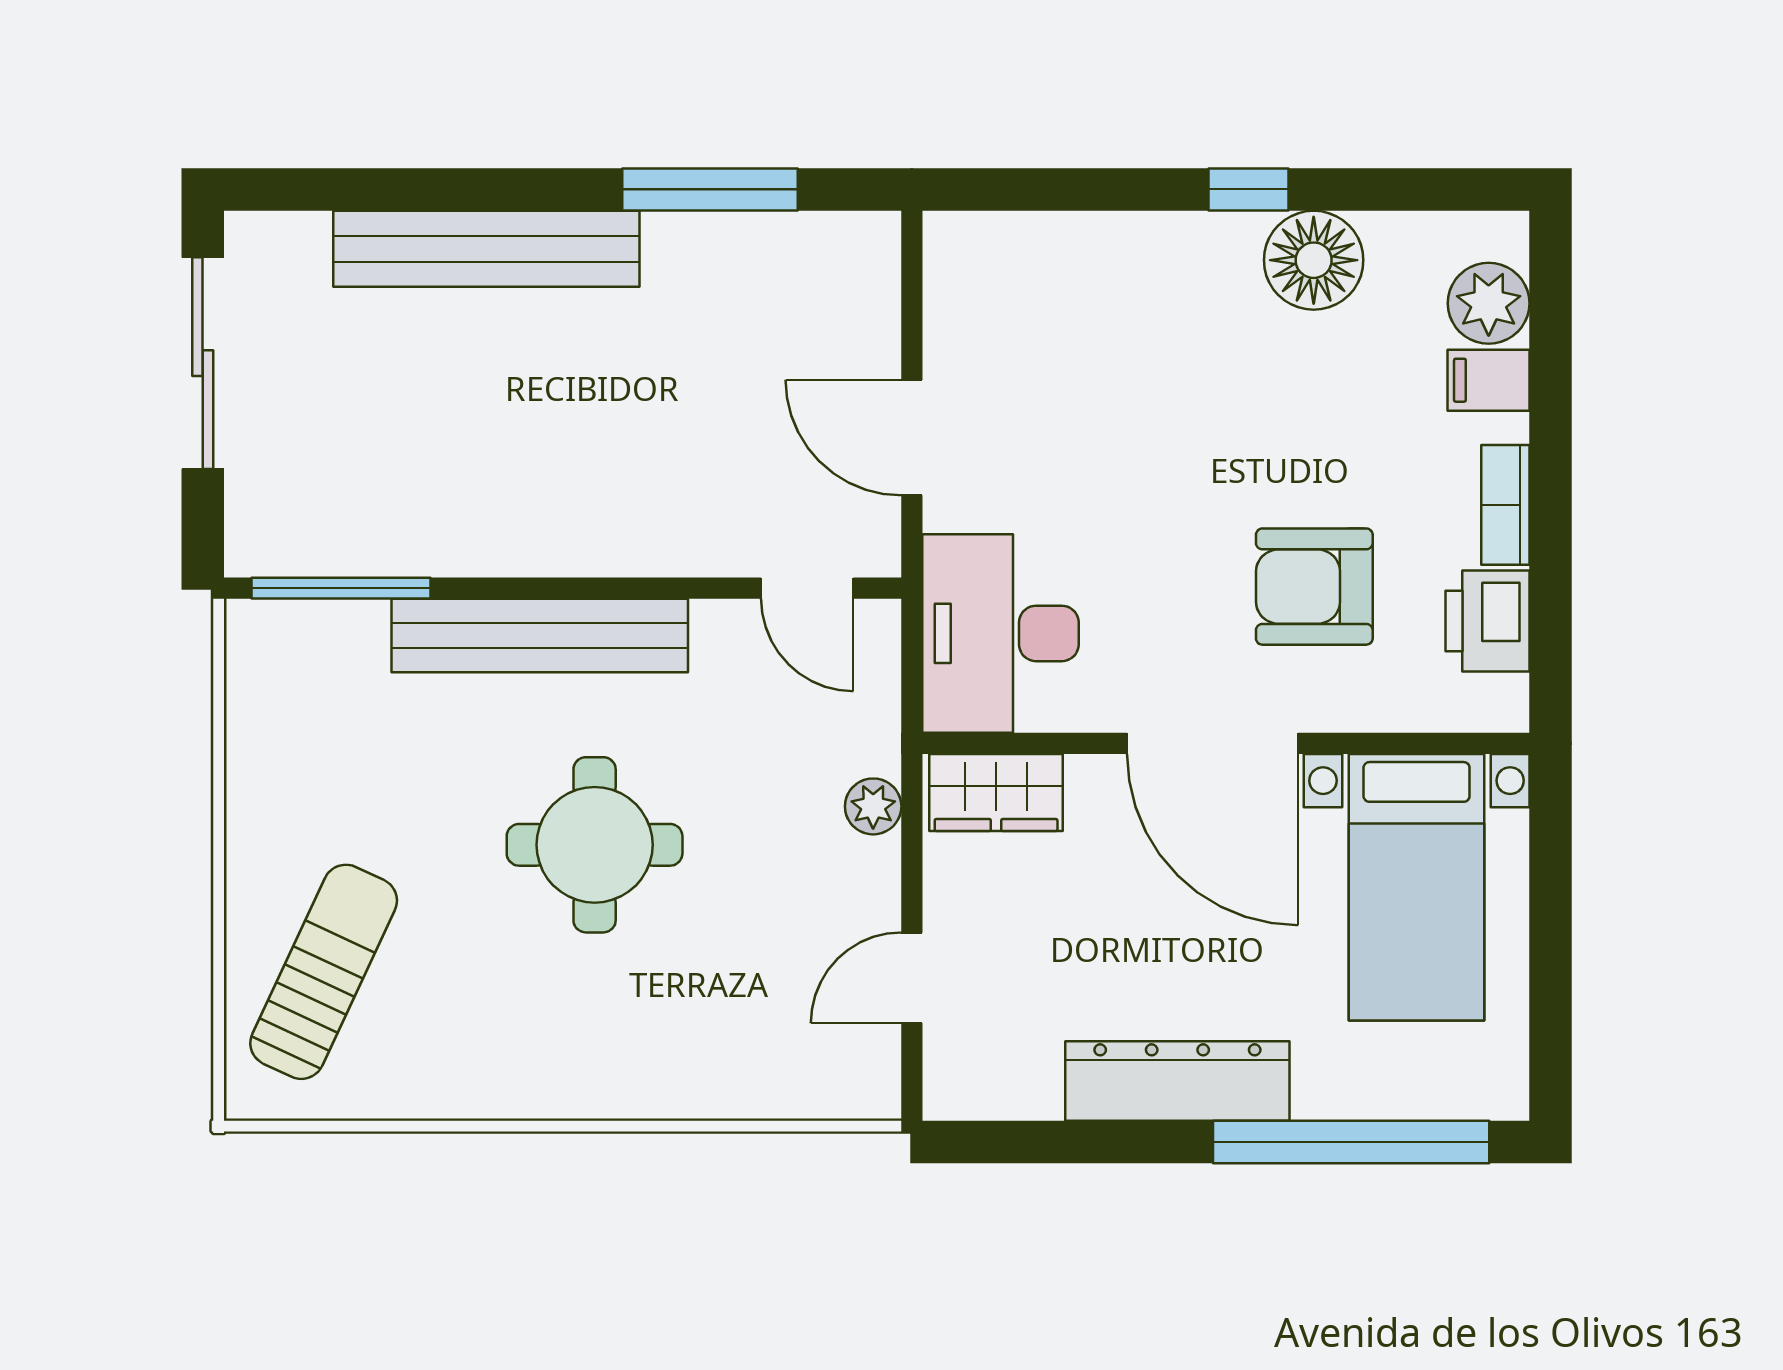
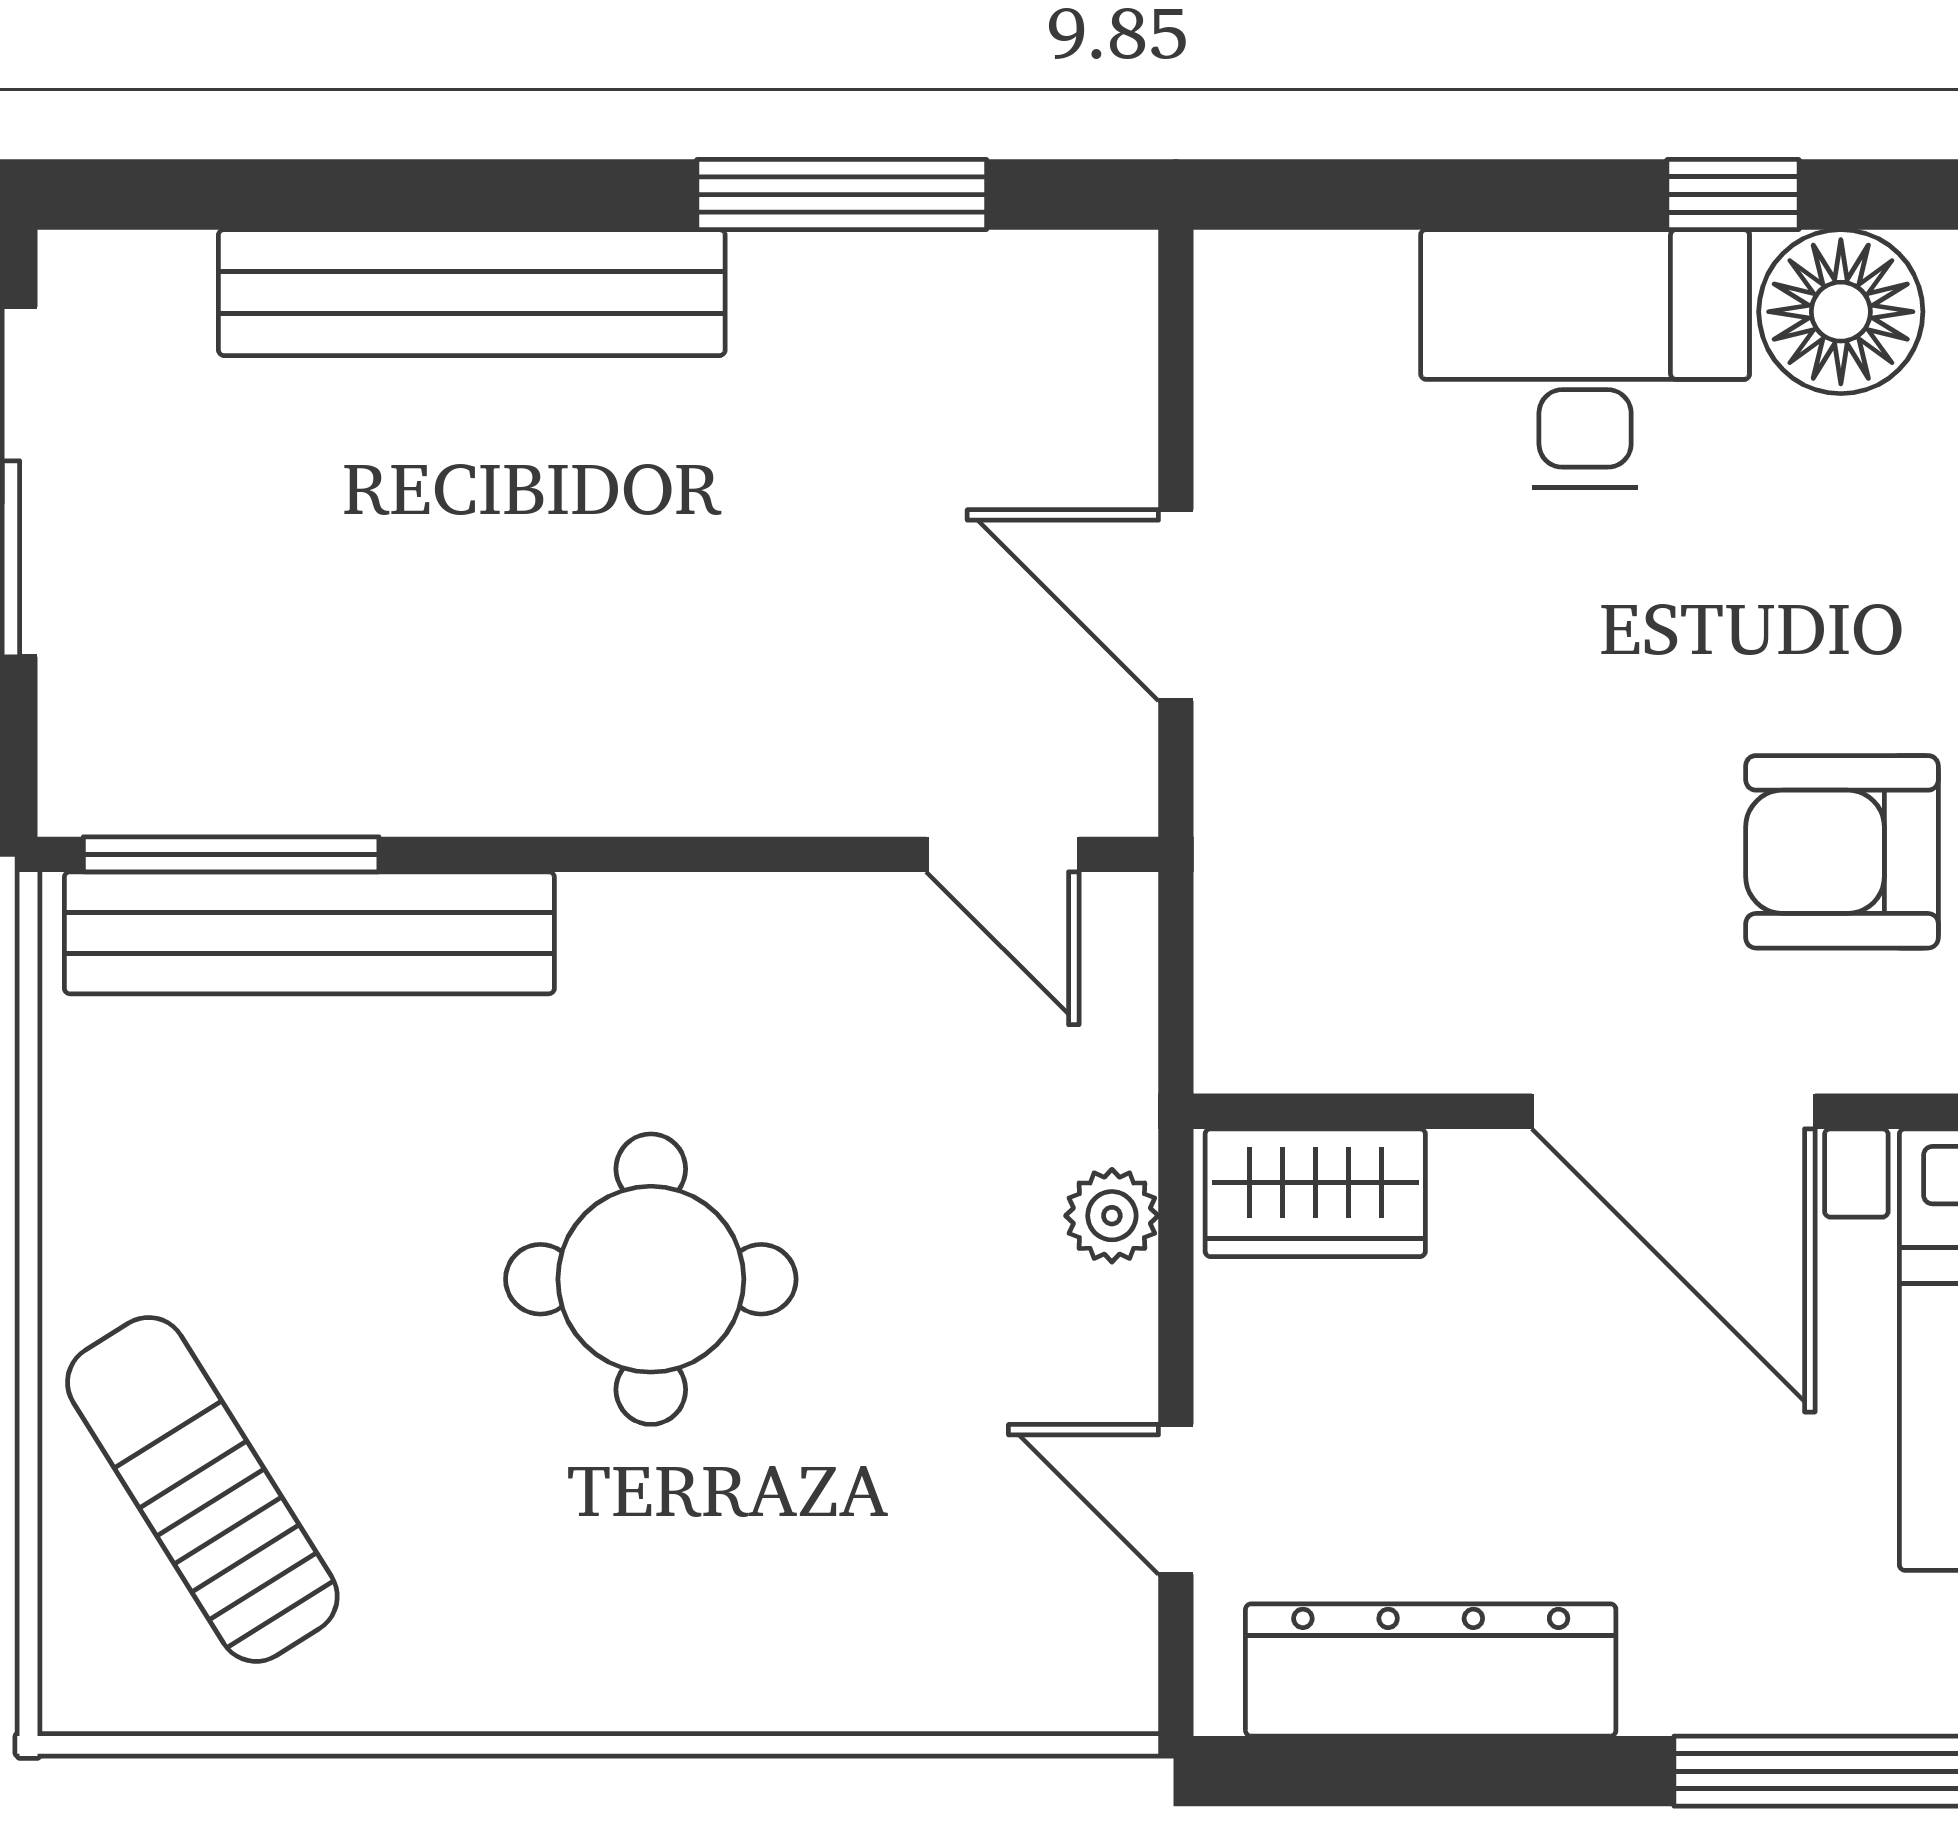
desk: (1000, 633) -> (1585, 359), moved, turned 90
bench: (540, 636) -> (309, 933), moved
sun lounger: (324, 972) -> (202, 1489), turned -57
door: (912, 978) -> (1176, 1499), hinge flipped
dresser: (1177, 1081) -> (1431, 1670), moved

